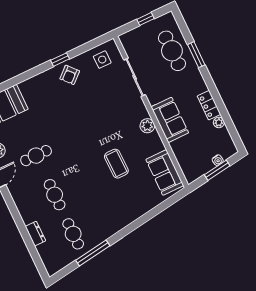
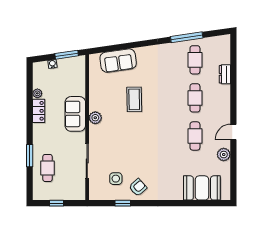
cafe table: (172, 51) -> (48, 168), width x0.73, depth x0.74
window: (60, 60) -> (123, 203), moved
side table: (102, 60) -> (116, 179), moved
cafe table: (36, 156) -> (195, 136), turned 90
window: (217, 170) -> (67, 55), moved
sofa: (165, 172) -> (118, 61), moved, turned 82

